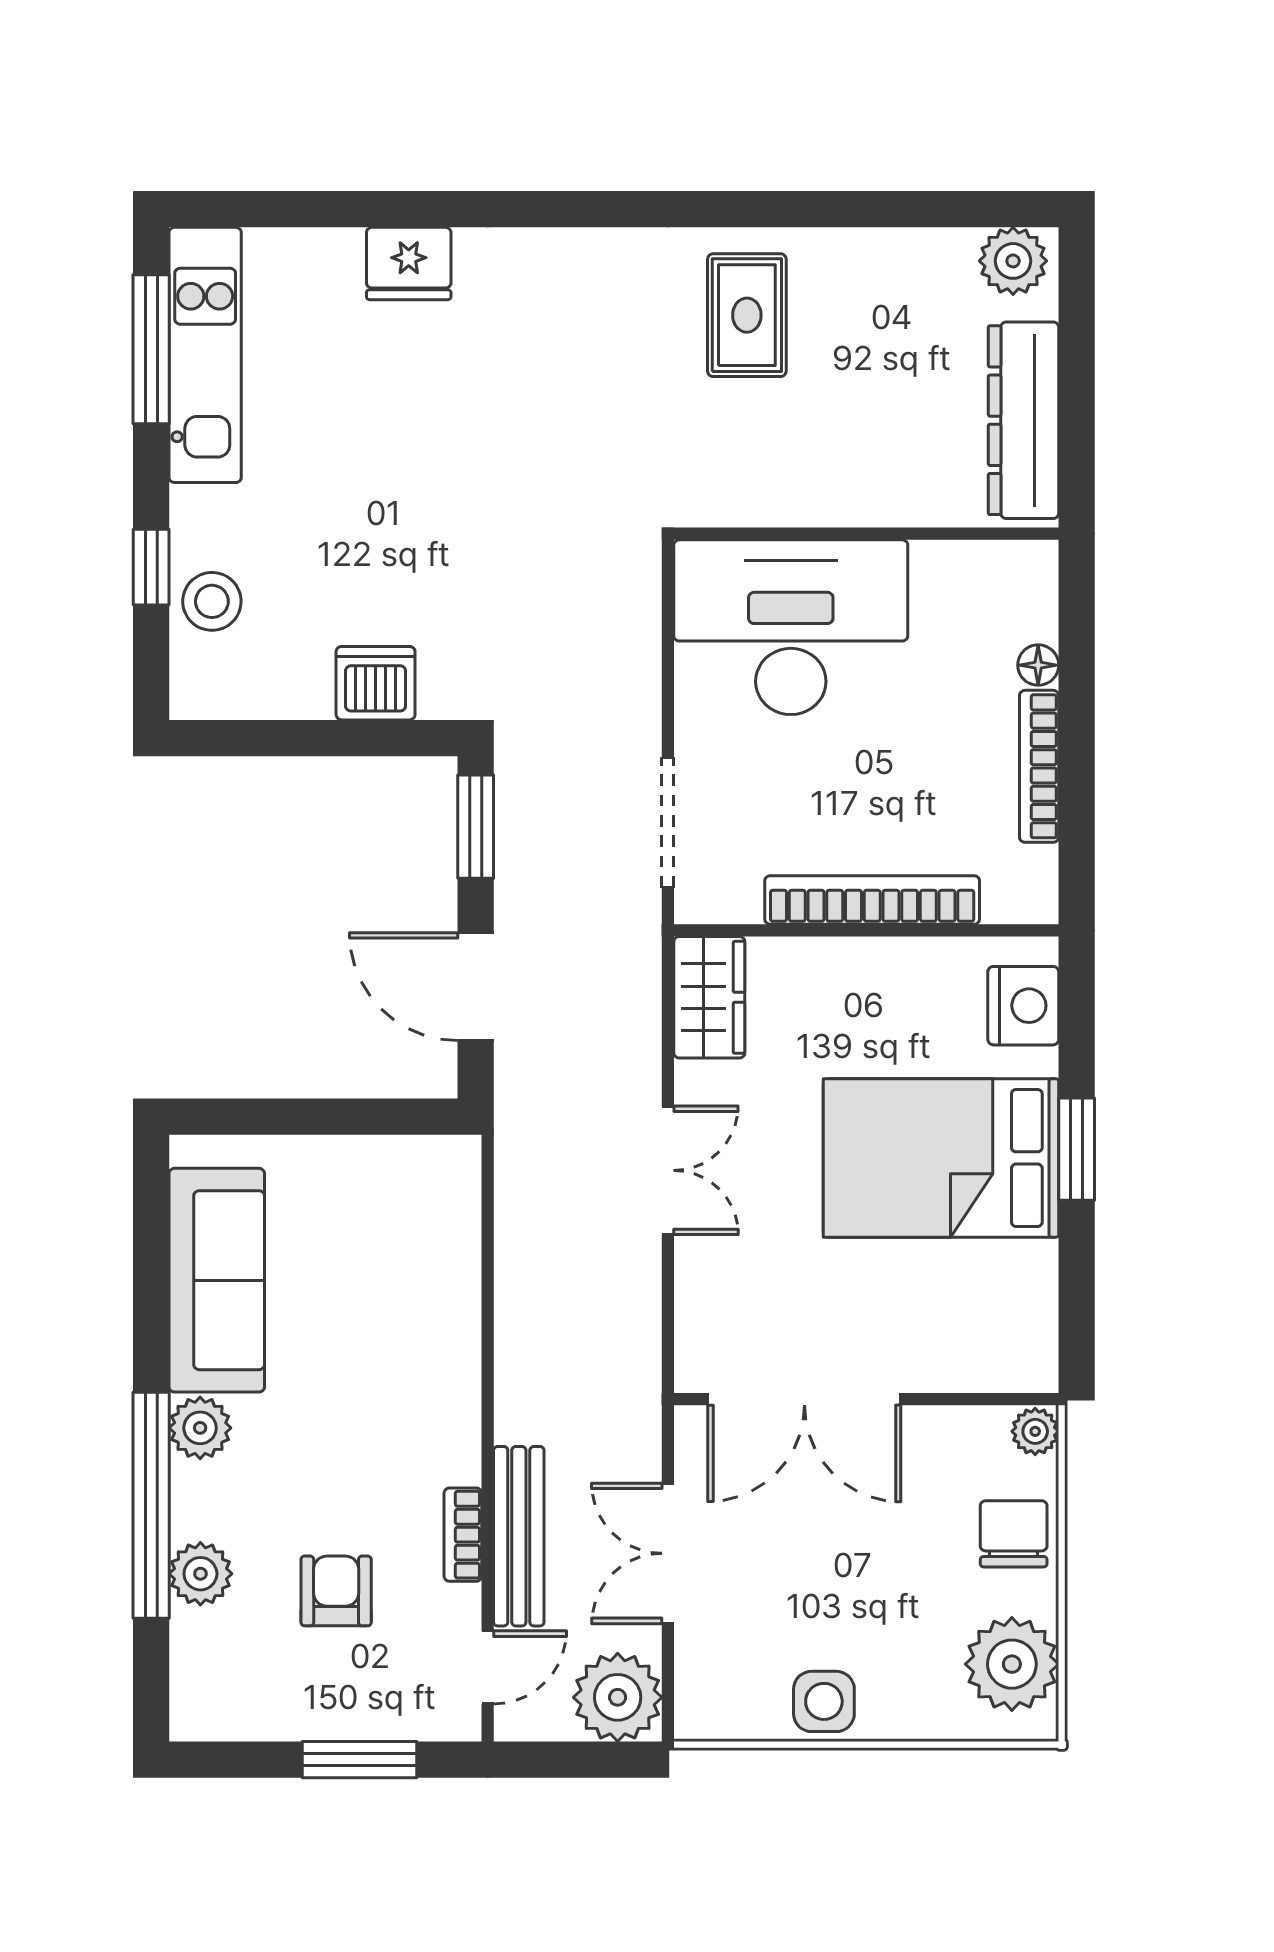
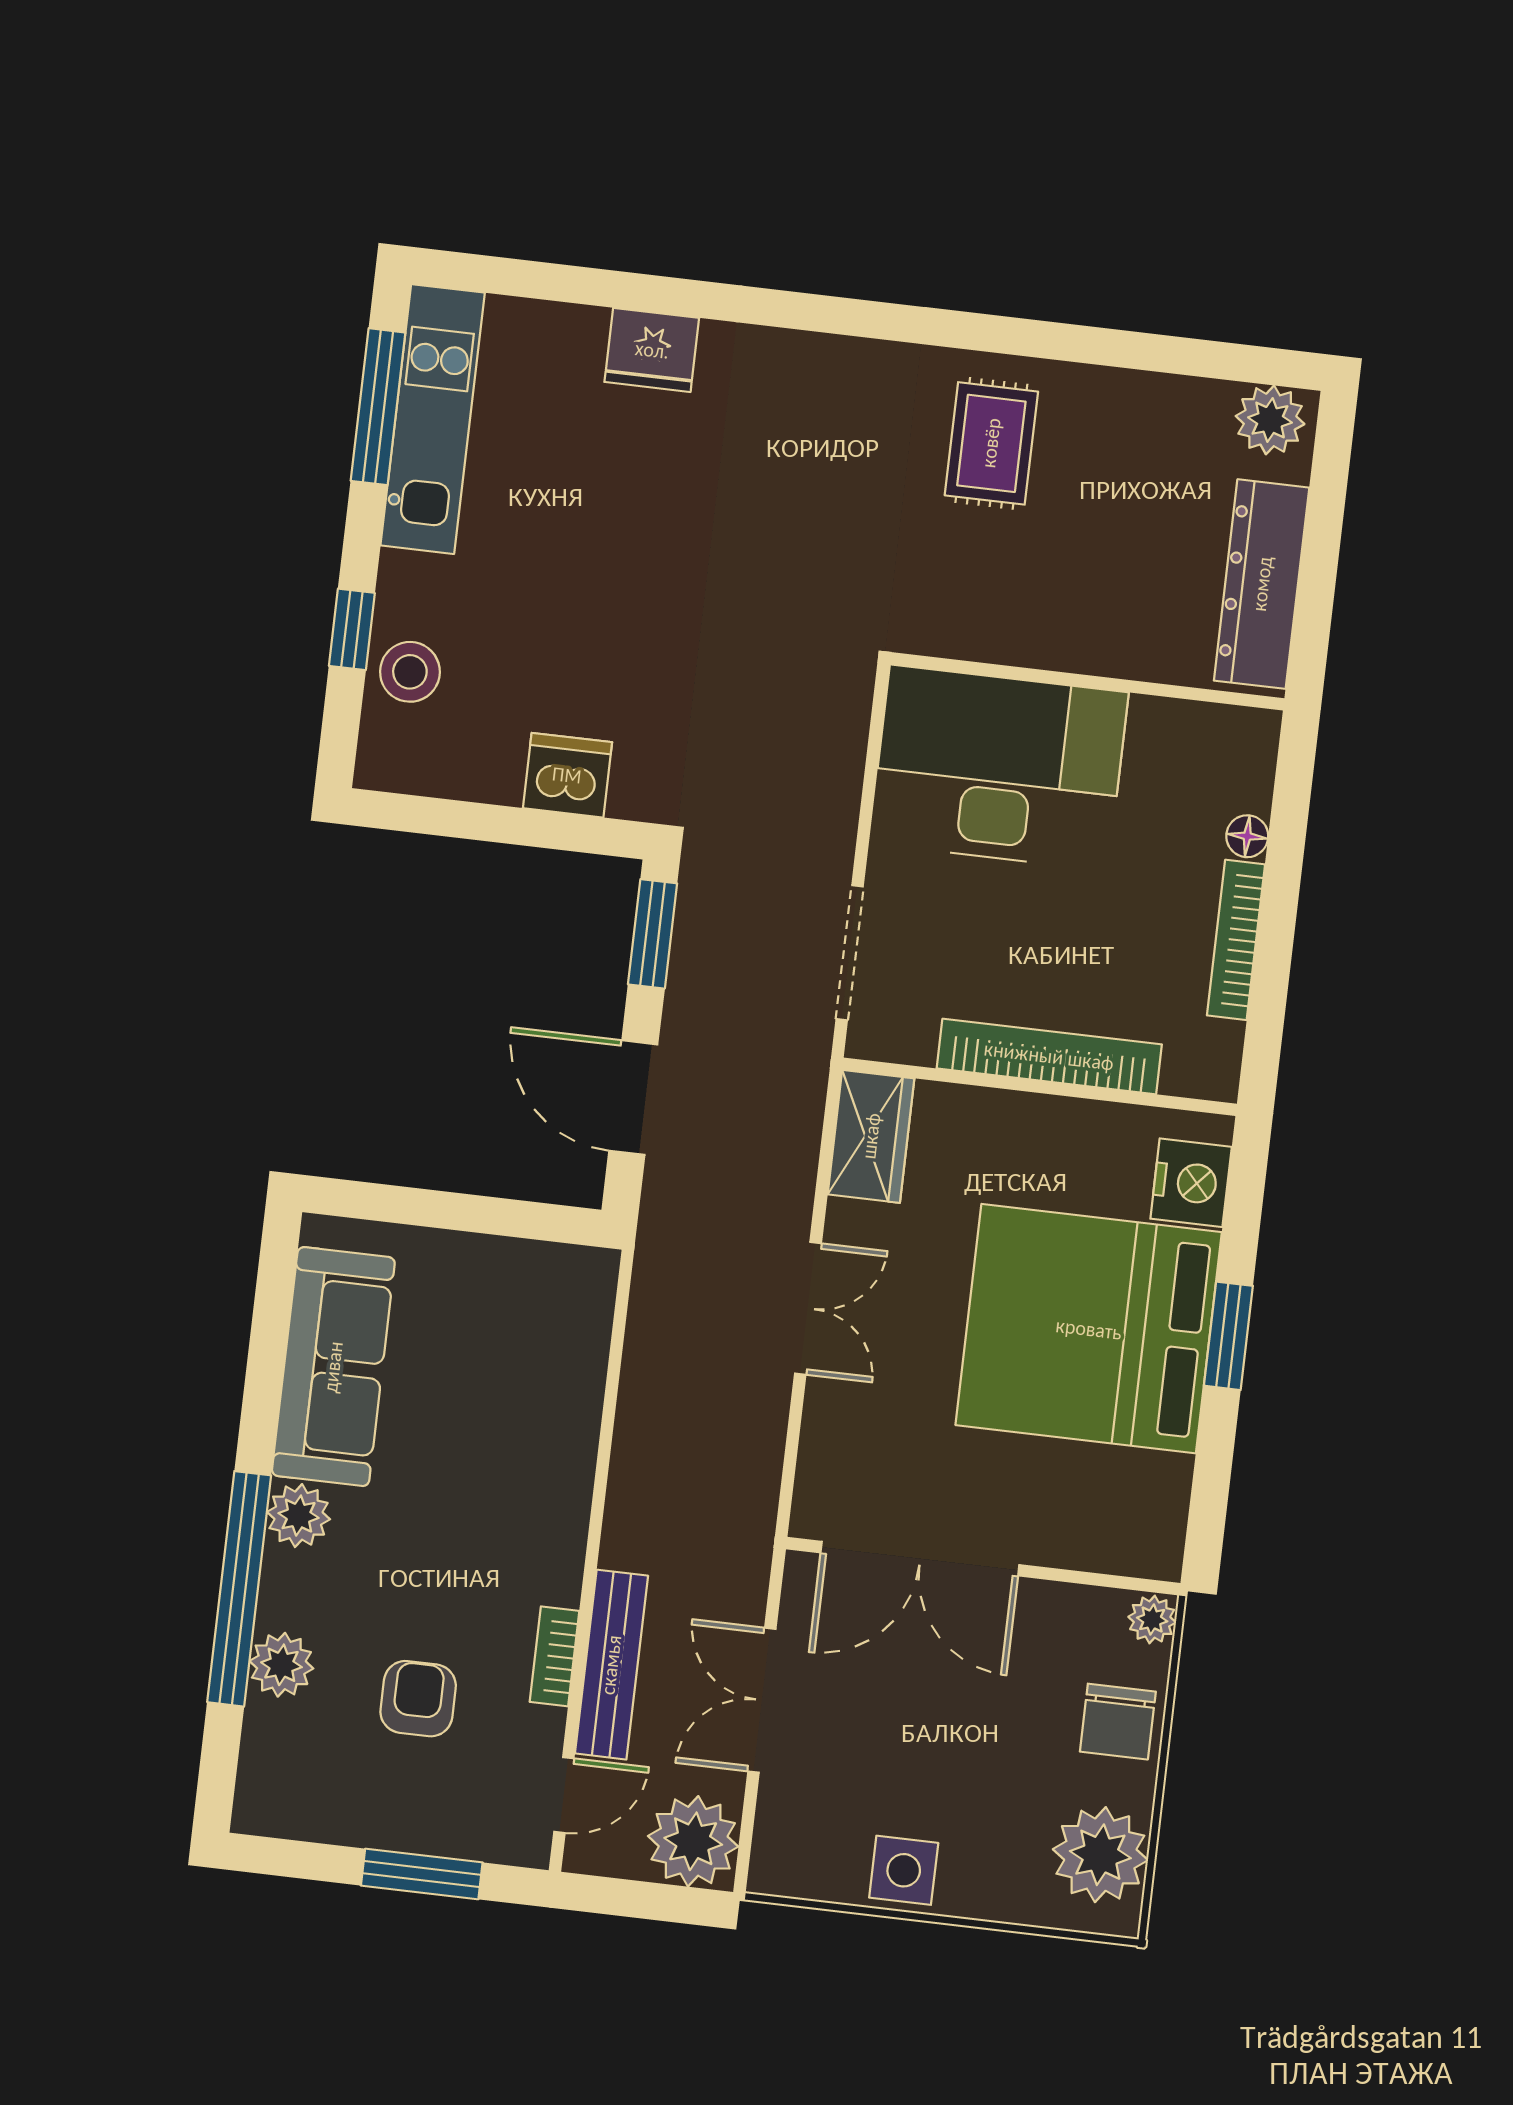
bed: (941, 1158) -> (1089, 1329), width x1.36
chair: (1014, 1534) -> (1118, 1722), turned 180

